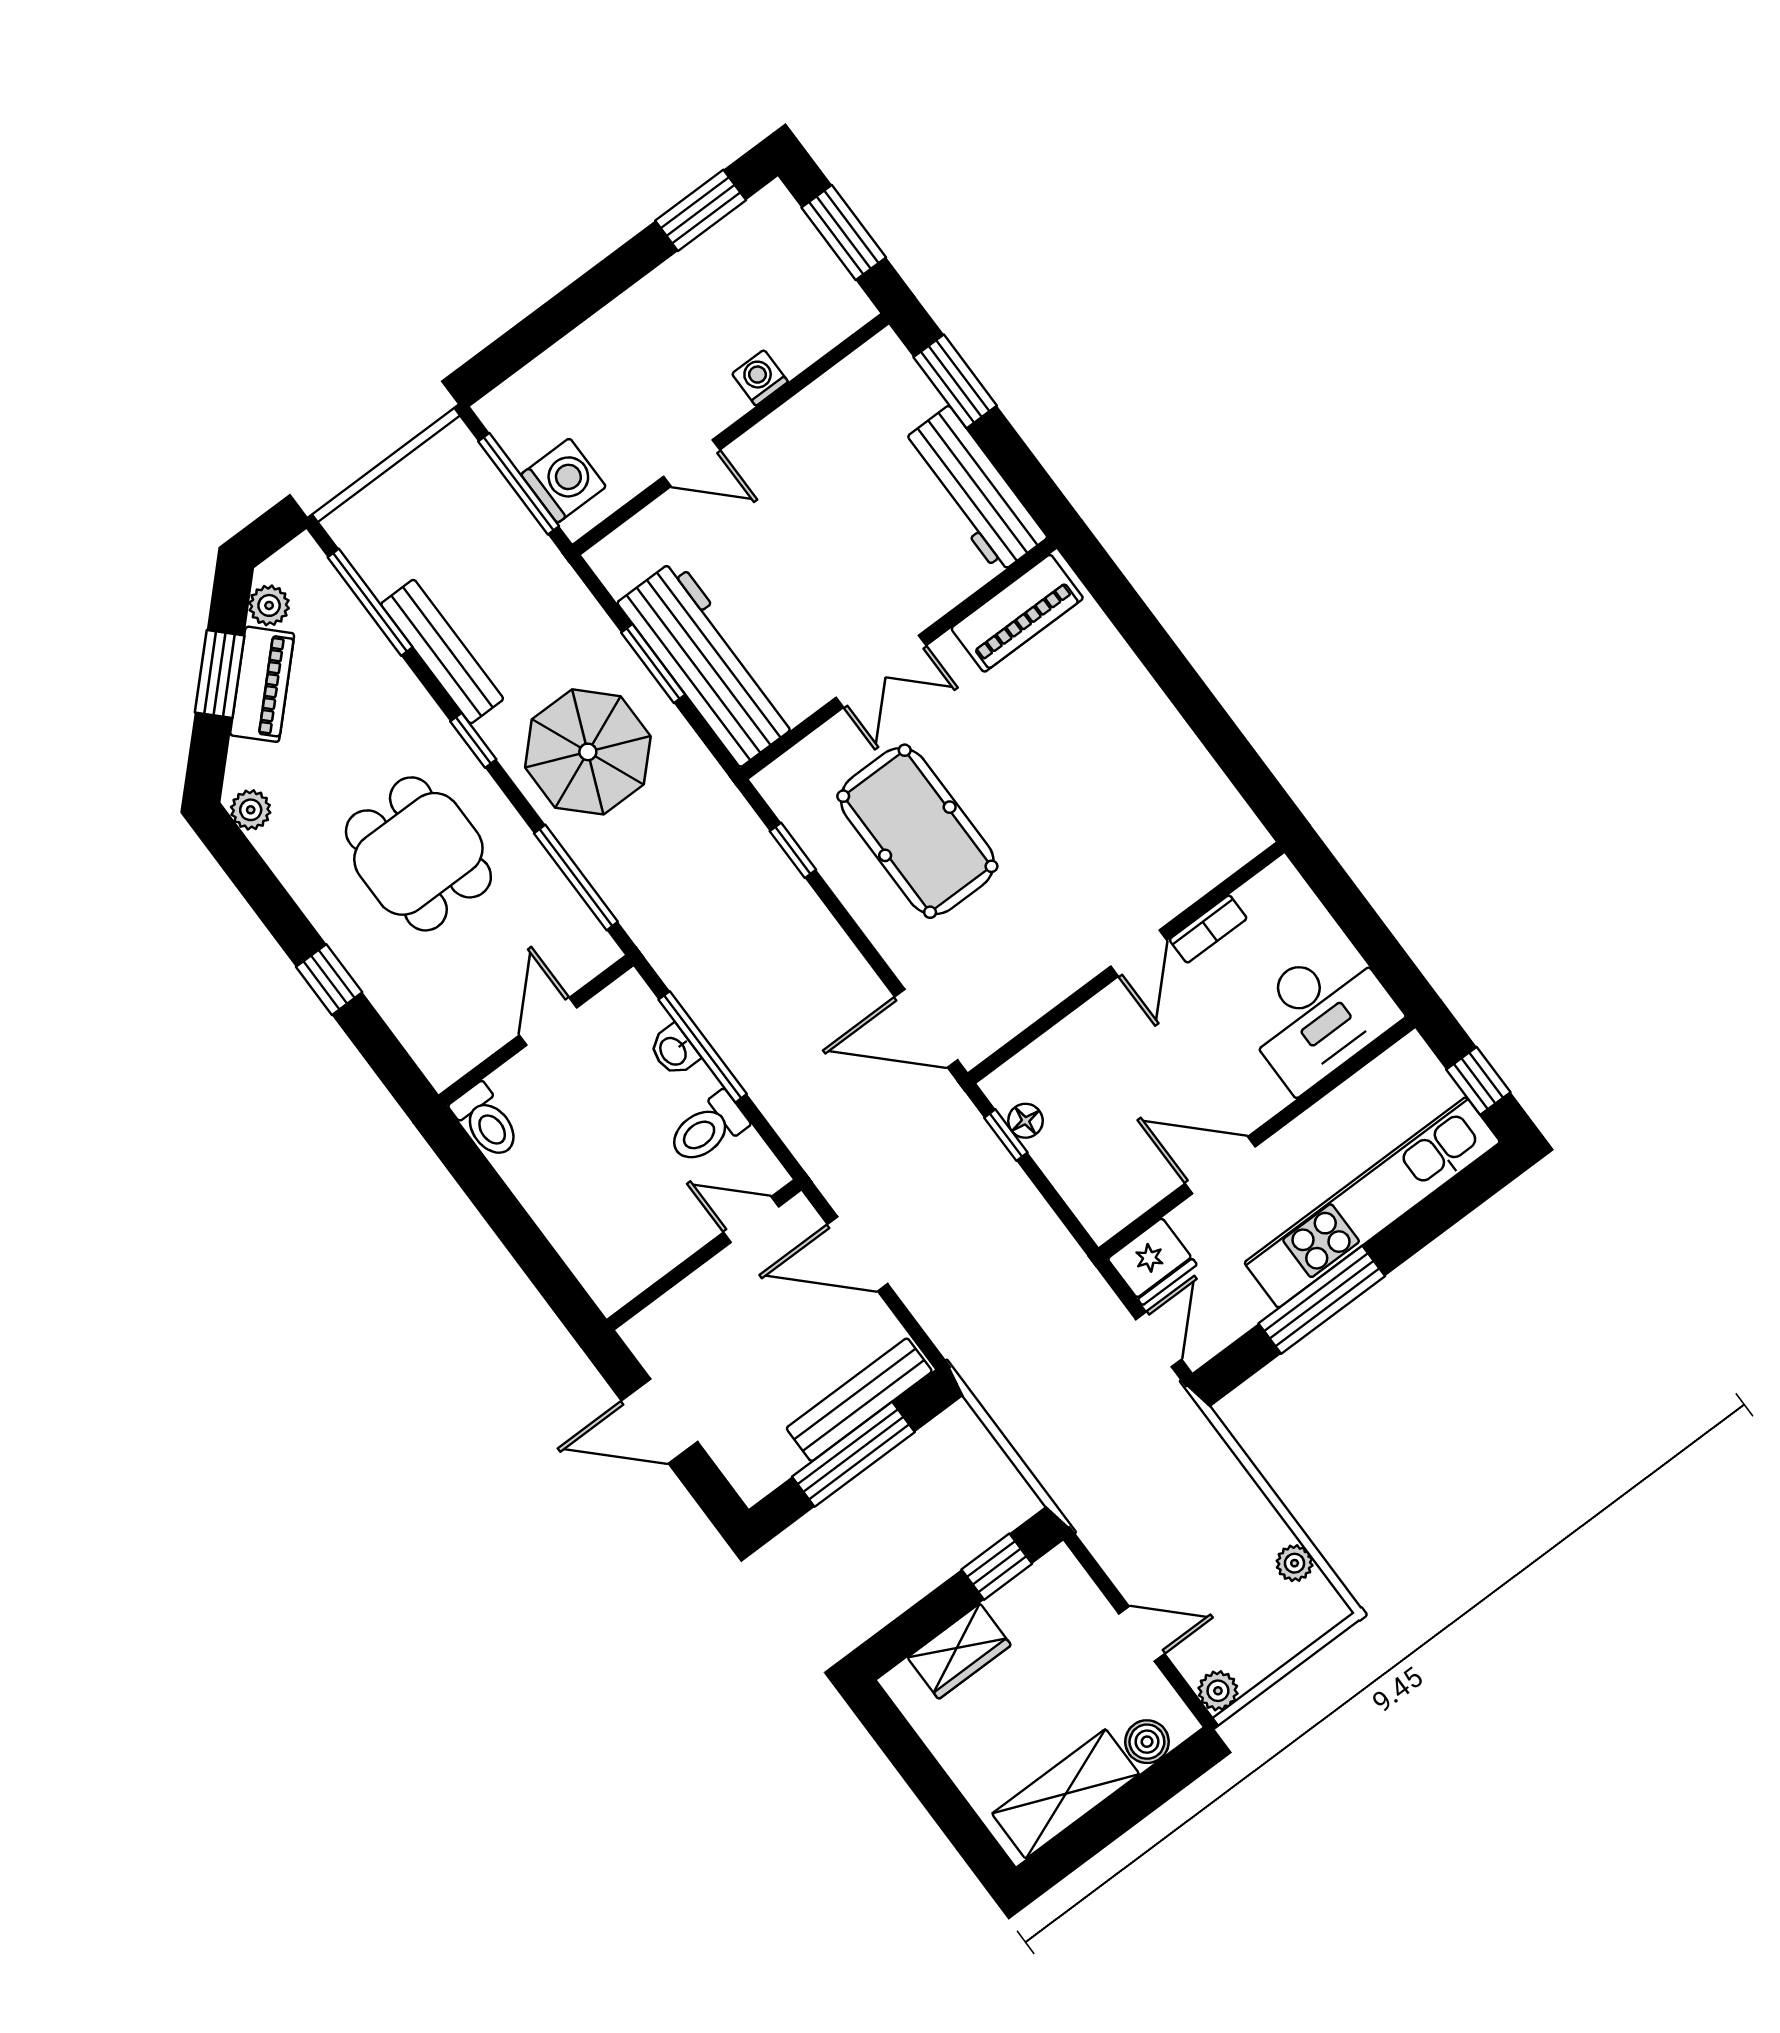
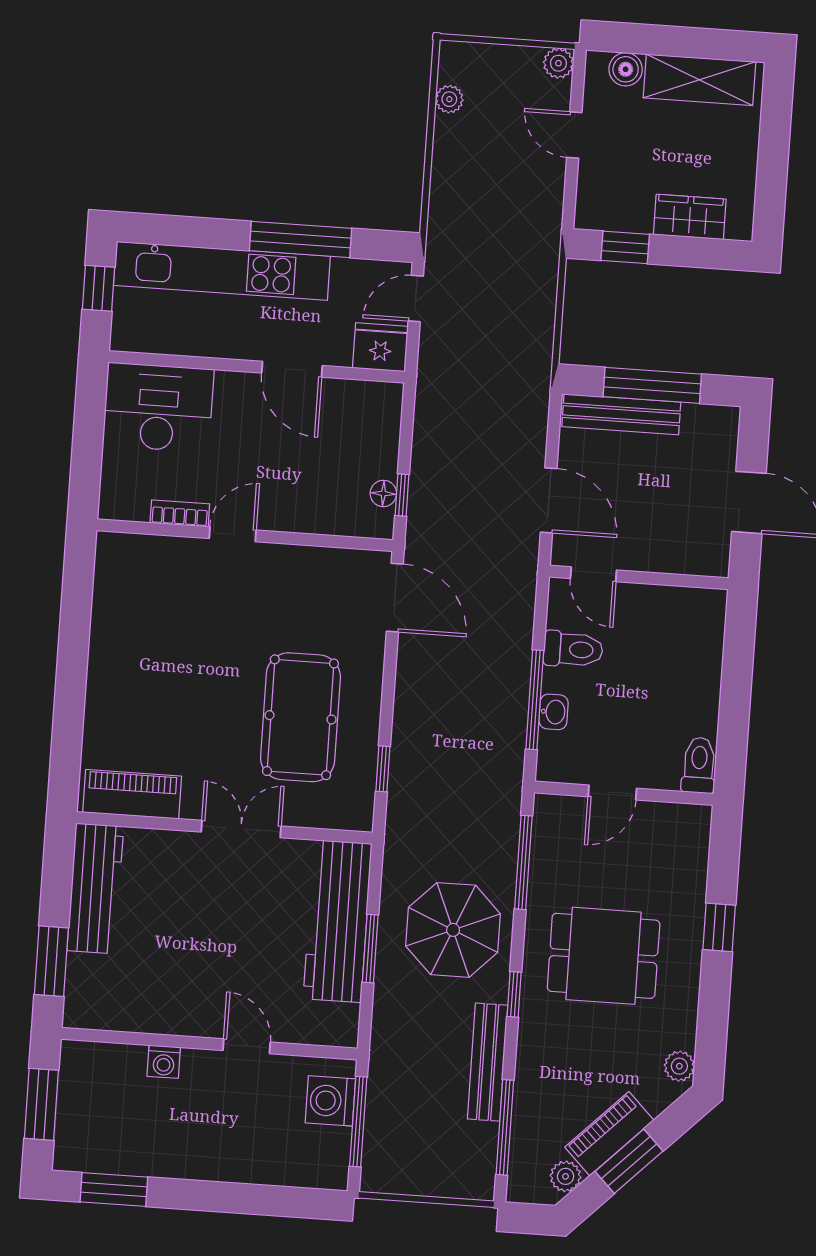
dining table: (418, 854) -> (604, 956), turned 90

